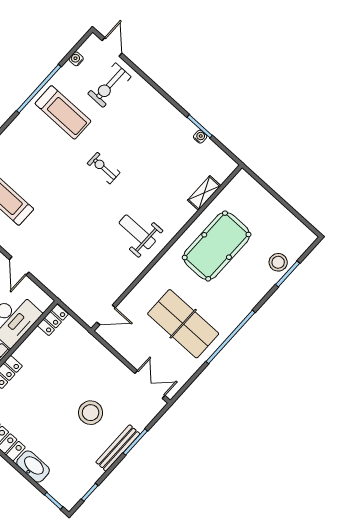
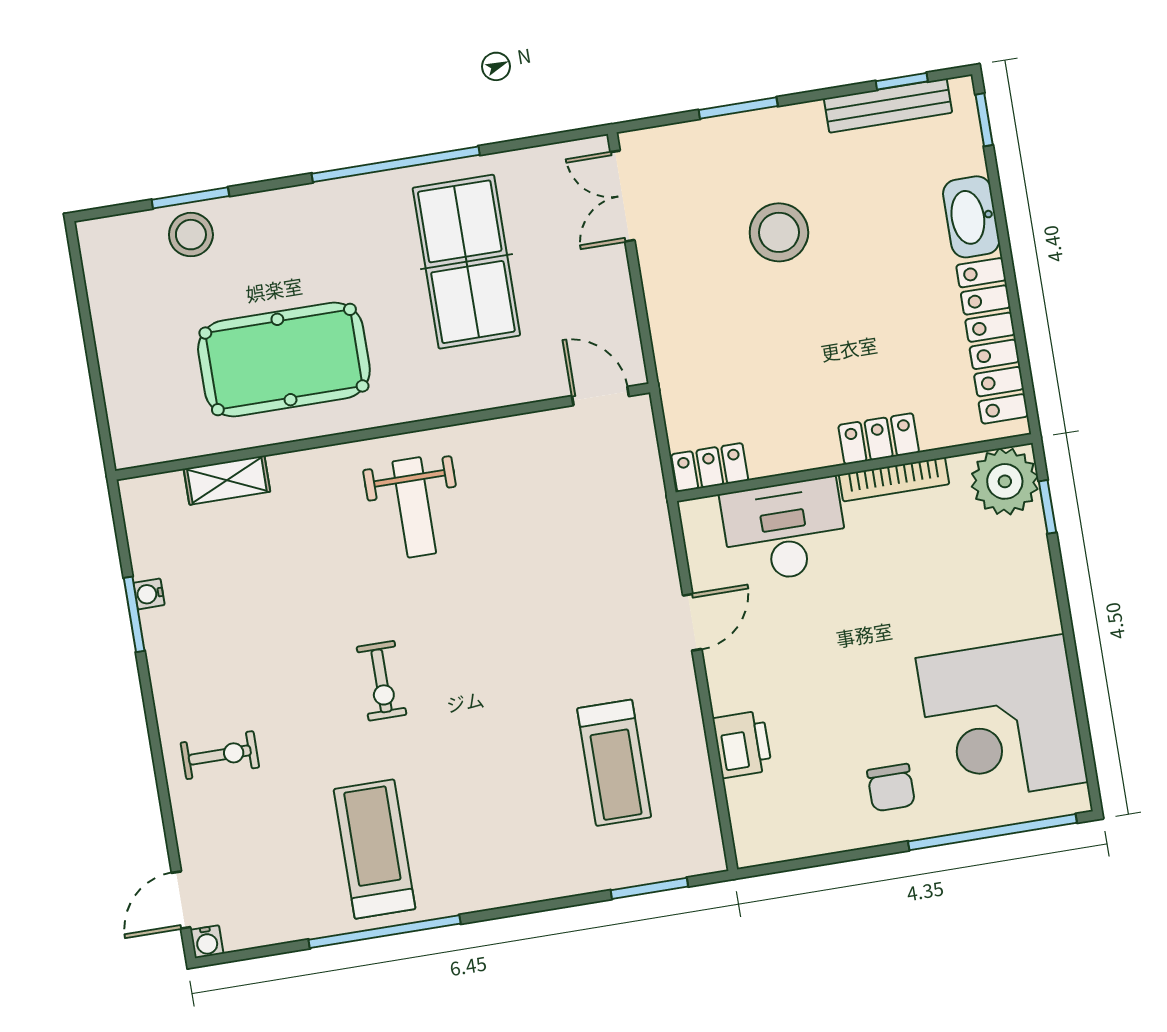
water cooler: (76, 59) -> (207, 942), moved
exercise bike: (109, 85) -> (220, 755), moved, width x0.73, depth x0.72
bench: (118, 448) -> (888, 106), moved

